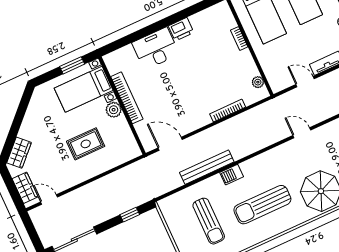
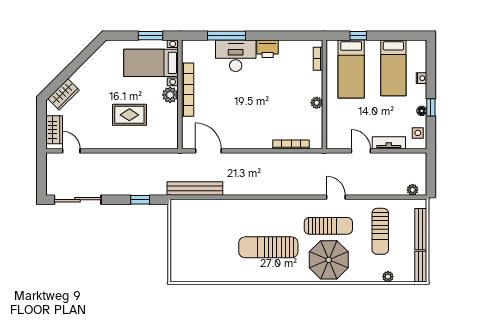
window: (139, 34) -> (226, 36), added
bookcase: (239, 38) -> (318, 59), moved
plant: (258, 82) -> (317, 103), moved
bookcase: (228, 110) -> (291, 144), moved
bench: (207, 167) -> (195, 188), moved
barbecue: (232, 175) -> (252, 206), removed
sun lounger: (209, 221) -> (328, 226), moved, turned -90

